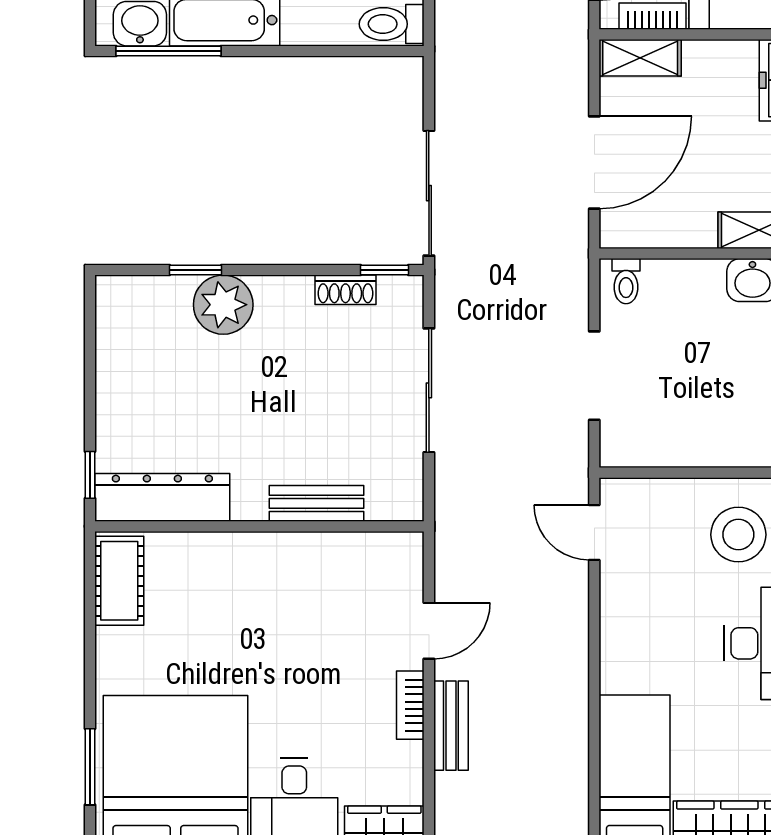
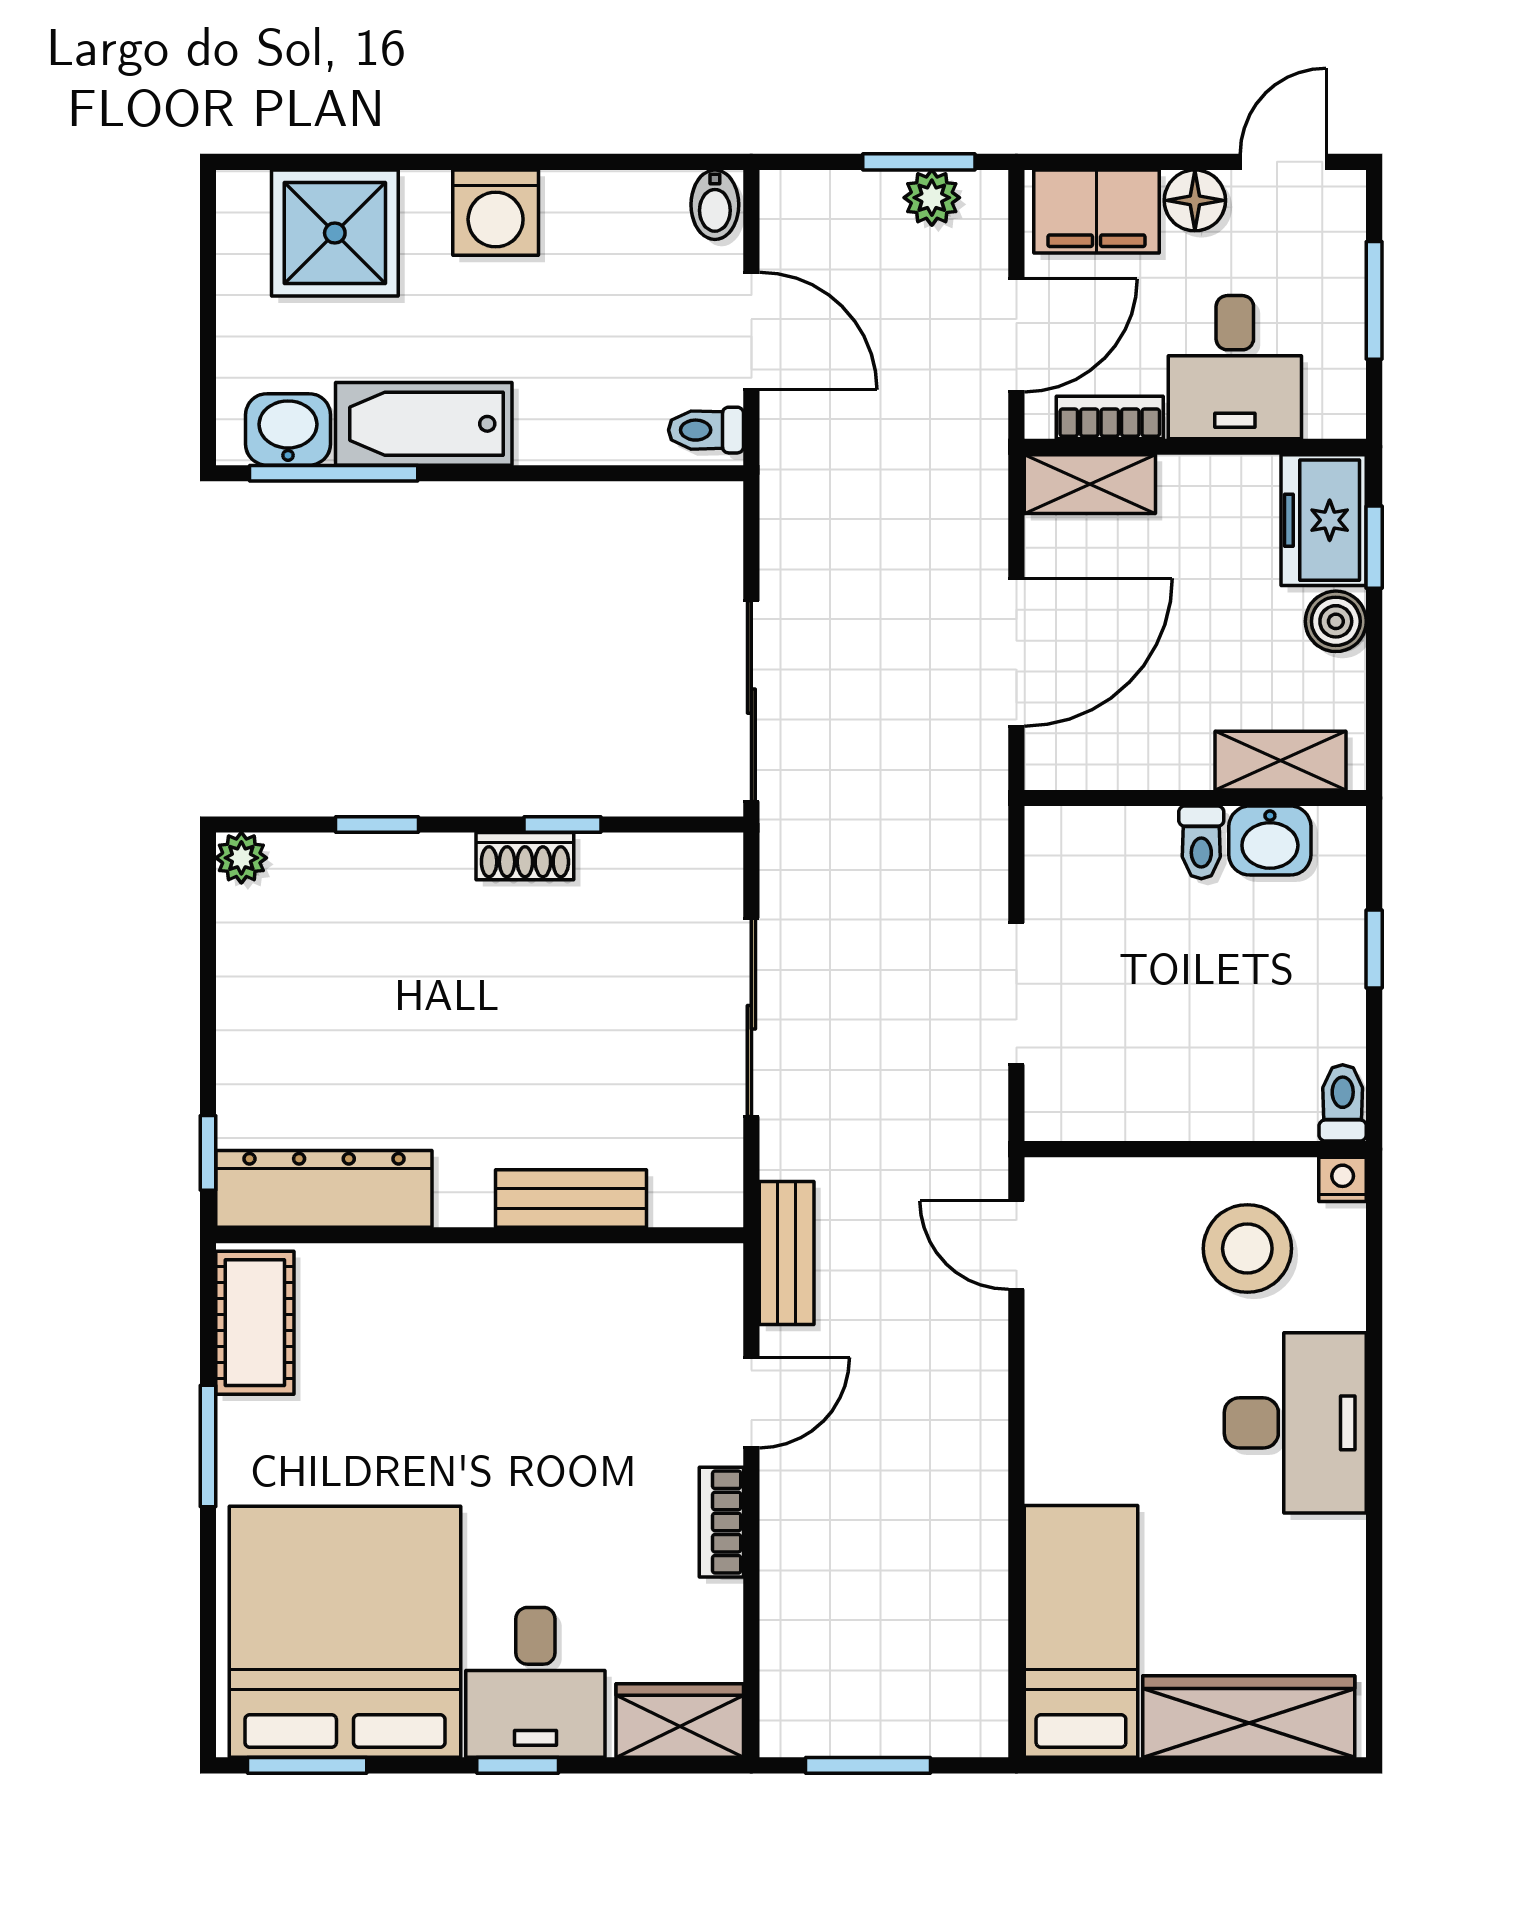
toilet: (392, 24) -> (706, 430), width x0.73, depth x0.72
window: (384, 270) -> (563, 824), moved
toilet: (626, 281) -> (1201, 842), moved
shoe rack: (345, 290) -> (525, 856), moved
plant: (223, 305) -> (241, 858), moved, width x0.53, depth x0.53
bench: (451, 726) -> (787, 1253), moved
window: (90, 767) -> (208, 1446), moved

